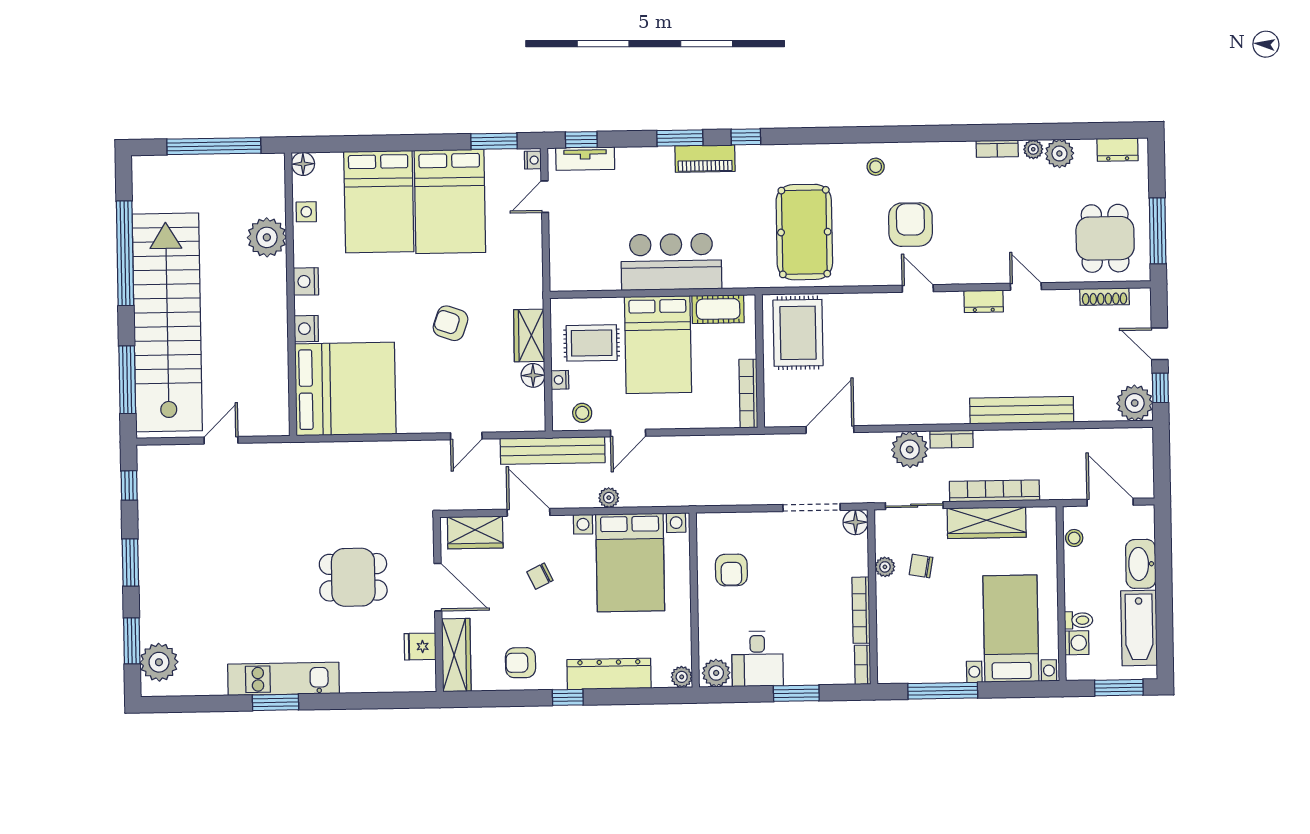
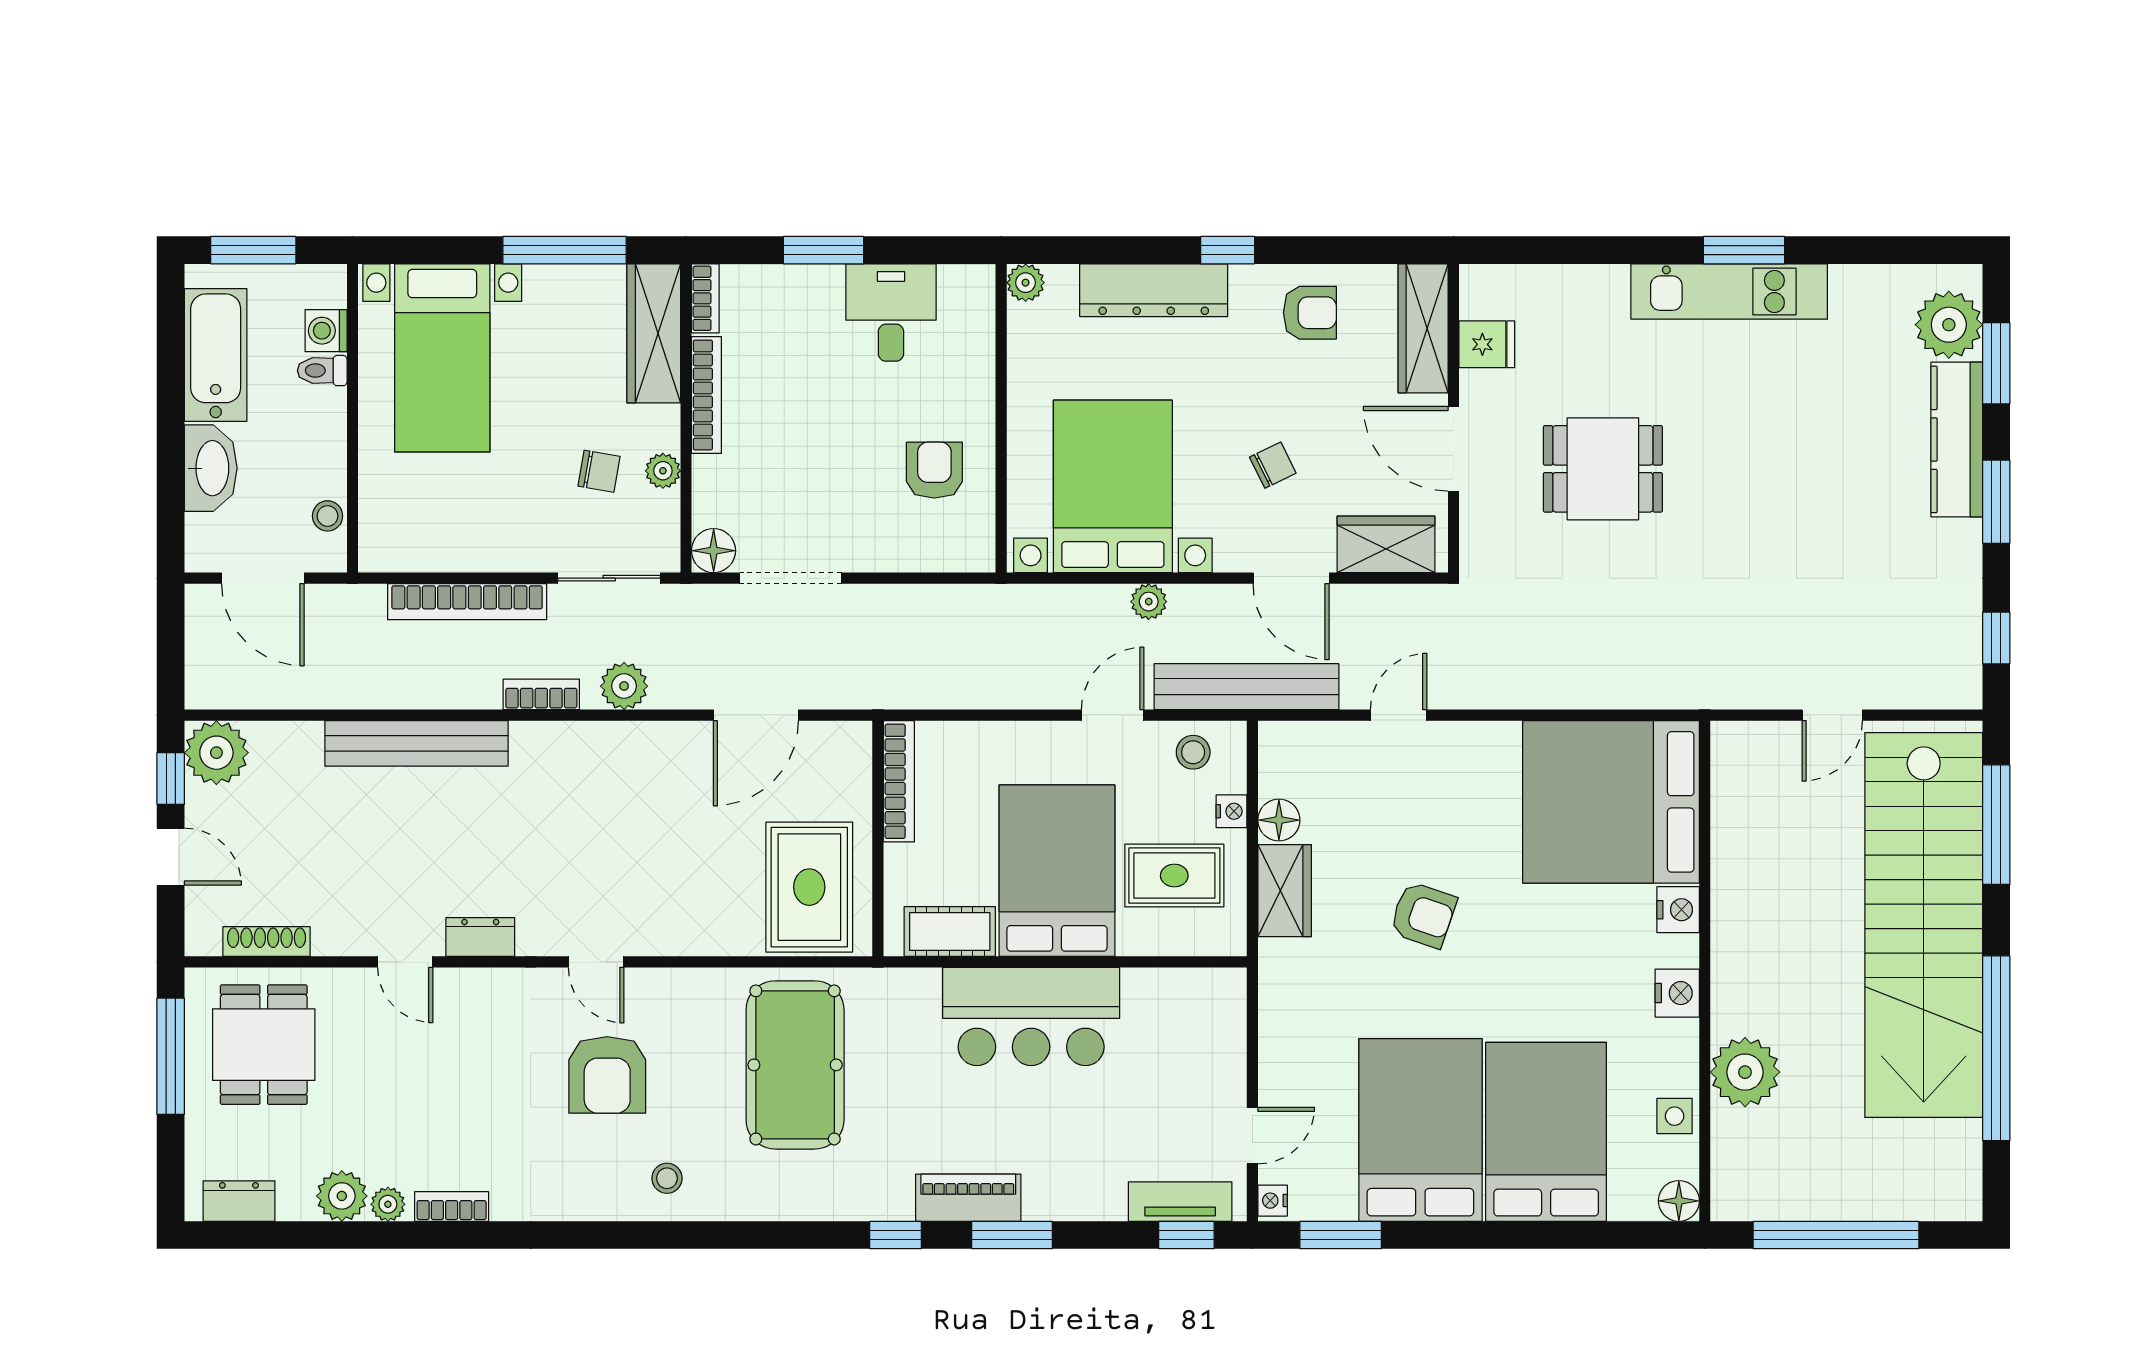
plant: (910, 450) -> (624, 686), width x0.73, depth x0.73
wardrobe: (987, 523) -> (654, 333), moved, turned -90
kitchen counter: (153, 597) -> (1957, 439), added
plant: (716, 673) -> (964, 288), removed

